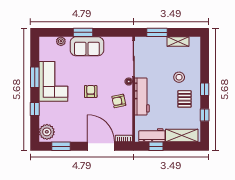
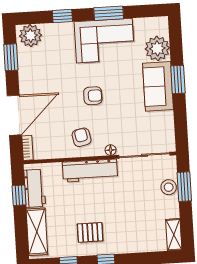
plant: (61, 41) -> (157, 48), width x1.87, depth x1.87
shelving: (178, 42) -> (174, 235), moved
stool: (179, 77) -> (169, 187), moved

